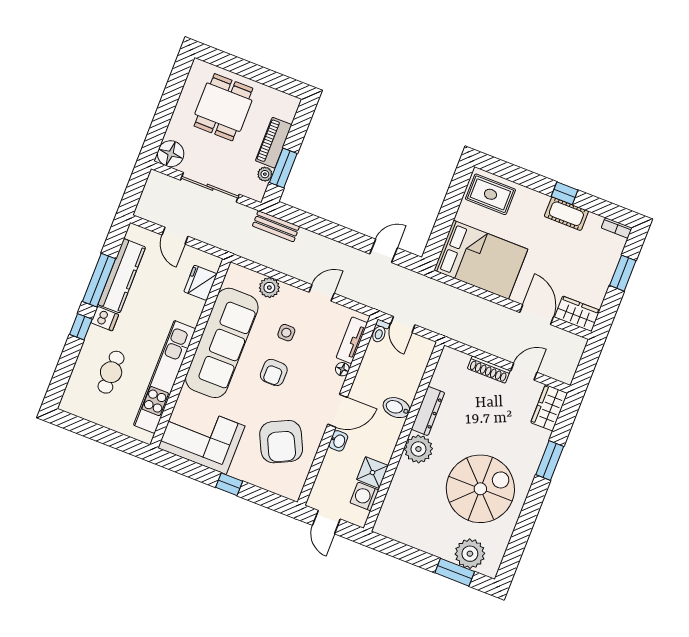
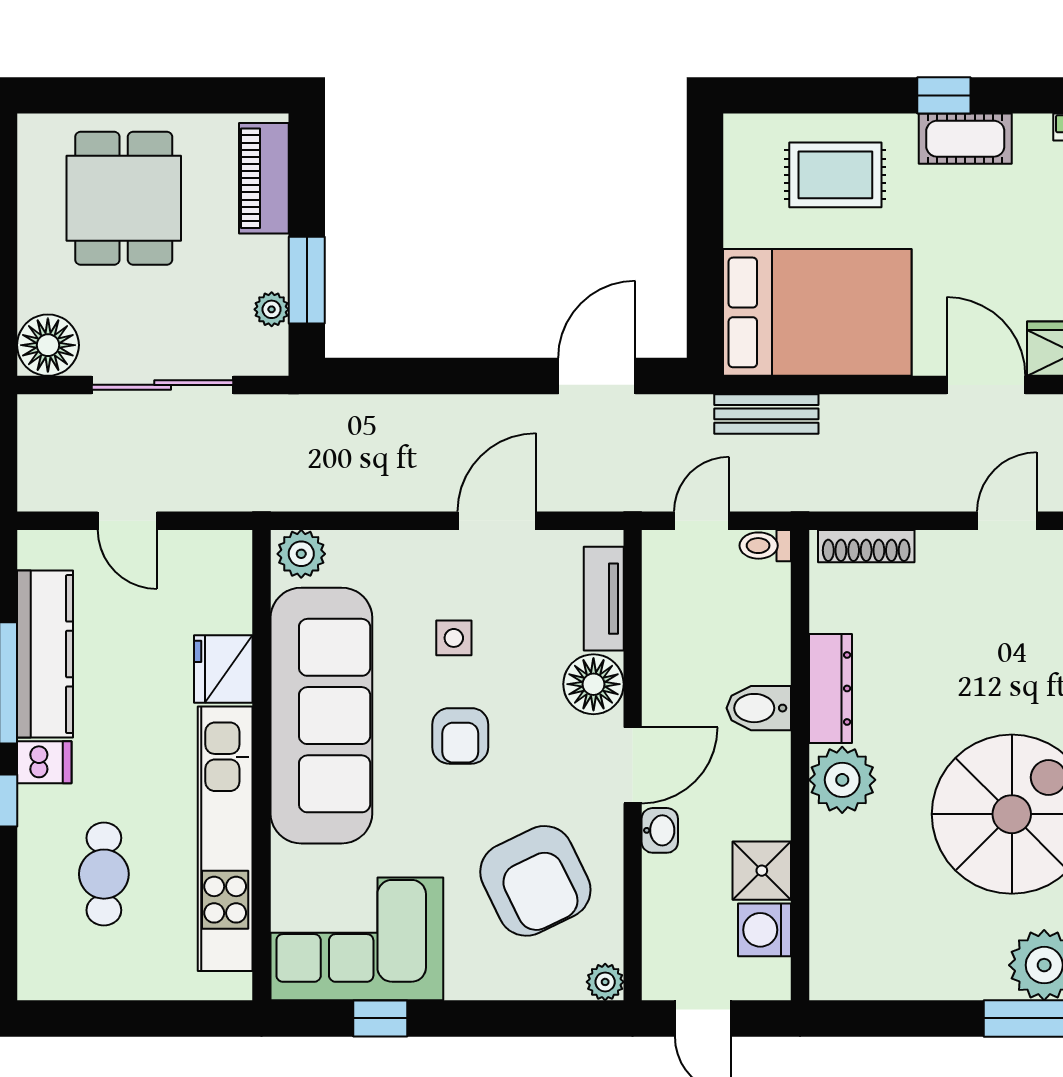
piano: (274, 143) -> (264, 178), moved
rug: (490, 194) -> (835, 175), moved
bench: (276, 226) -> (766, 414), moved
door: (384, 251) -> (597, 376), width x1.38
fridge: (200, 283) -> (223, 669), moved
plant: (269, 288) -> (301, 554), moved
door: (322, 293) -> (497, 521), width x1.38
door: (403, 324) -> (702, 521), swing flipped
toilet: (380, 331) -> (765, 546), moved, turned 90
floor lamp: (342, 369) -> (593, 684), width x1.89, depth x1.89
shoe rack: (489, 370) -> (866, 546), moved
window: (229, 484) -> (380, 1018), moved
plant: (293, 492) -> (605, 982), added

